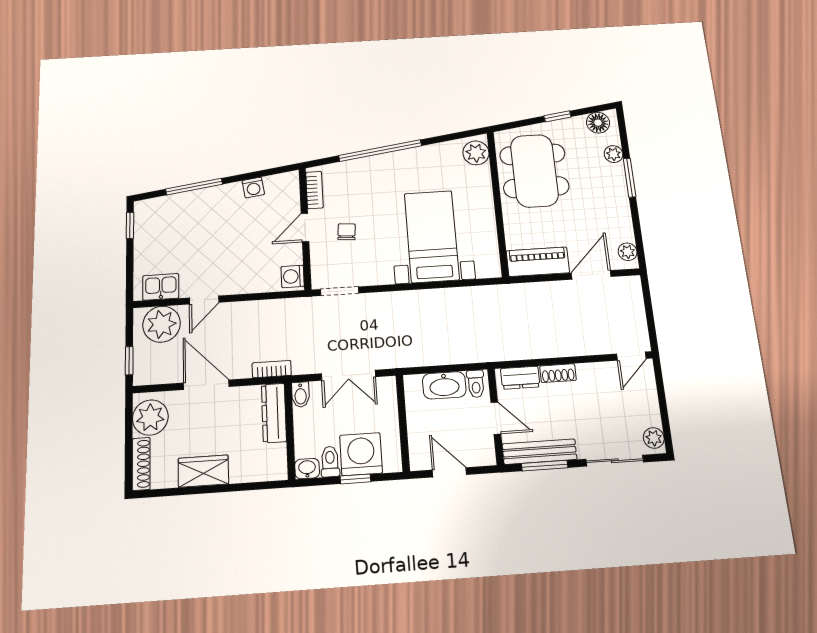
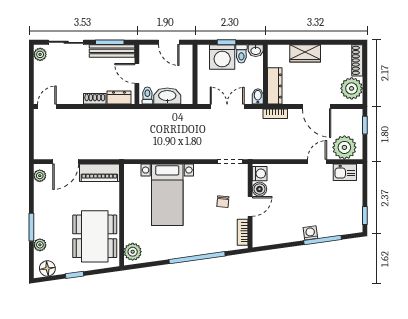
washing machine: (253, 188) -> (310, 233), moved
boiler: (292, 254) -> (259, 189), added
wardrobe: (203, 471) -> (305, 53), moved

